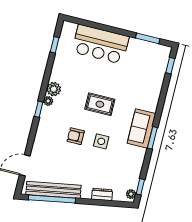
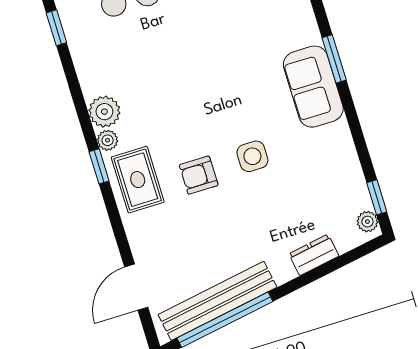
rug: (100, 104) -> (138, 180), moved, turned 90
window: (152, 138) -> (334, 59), moved

